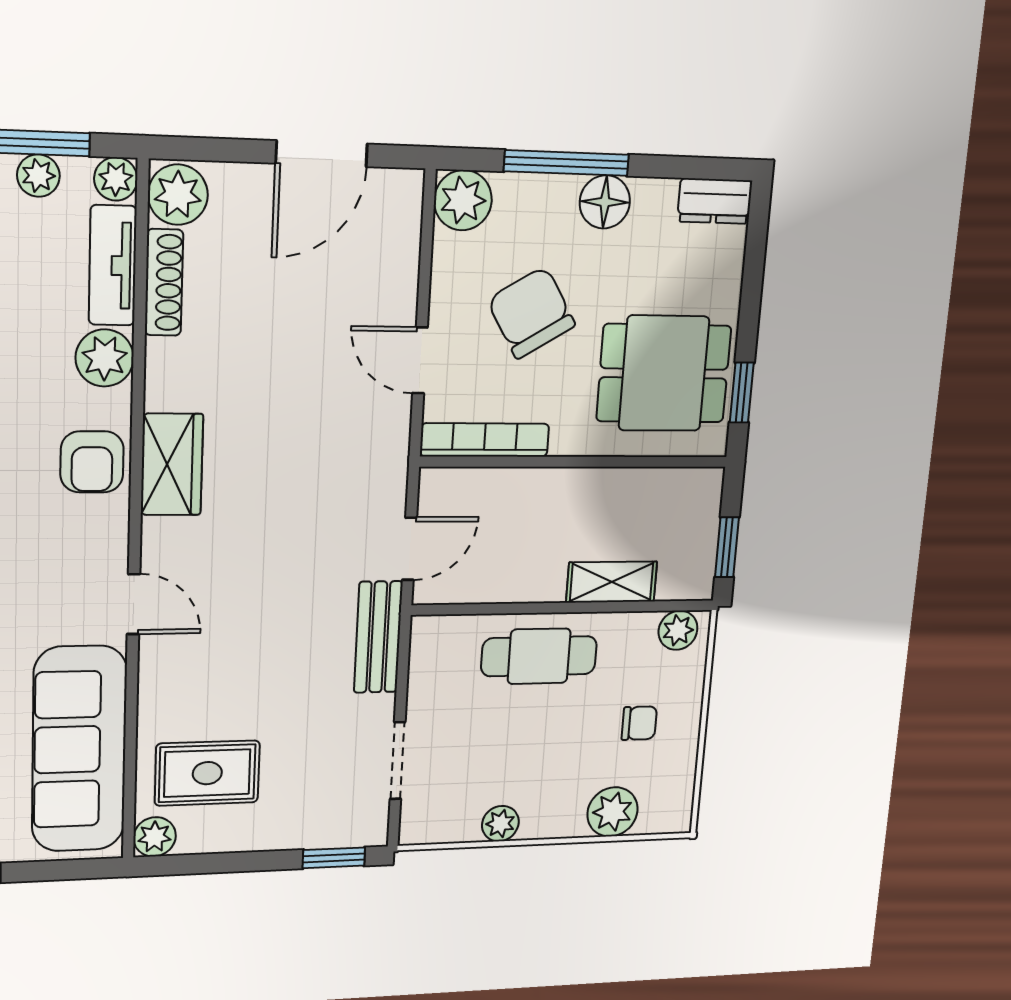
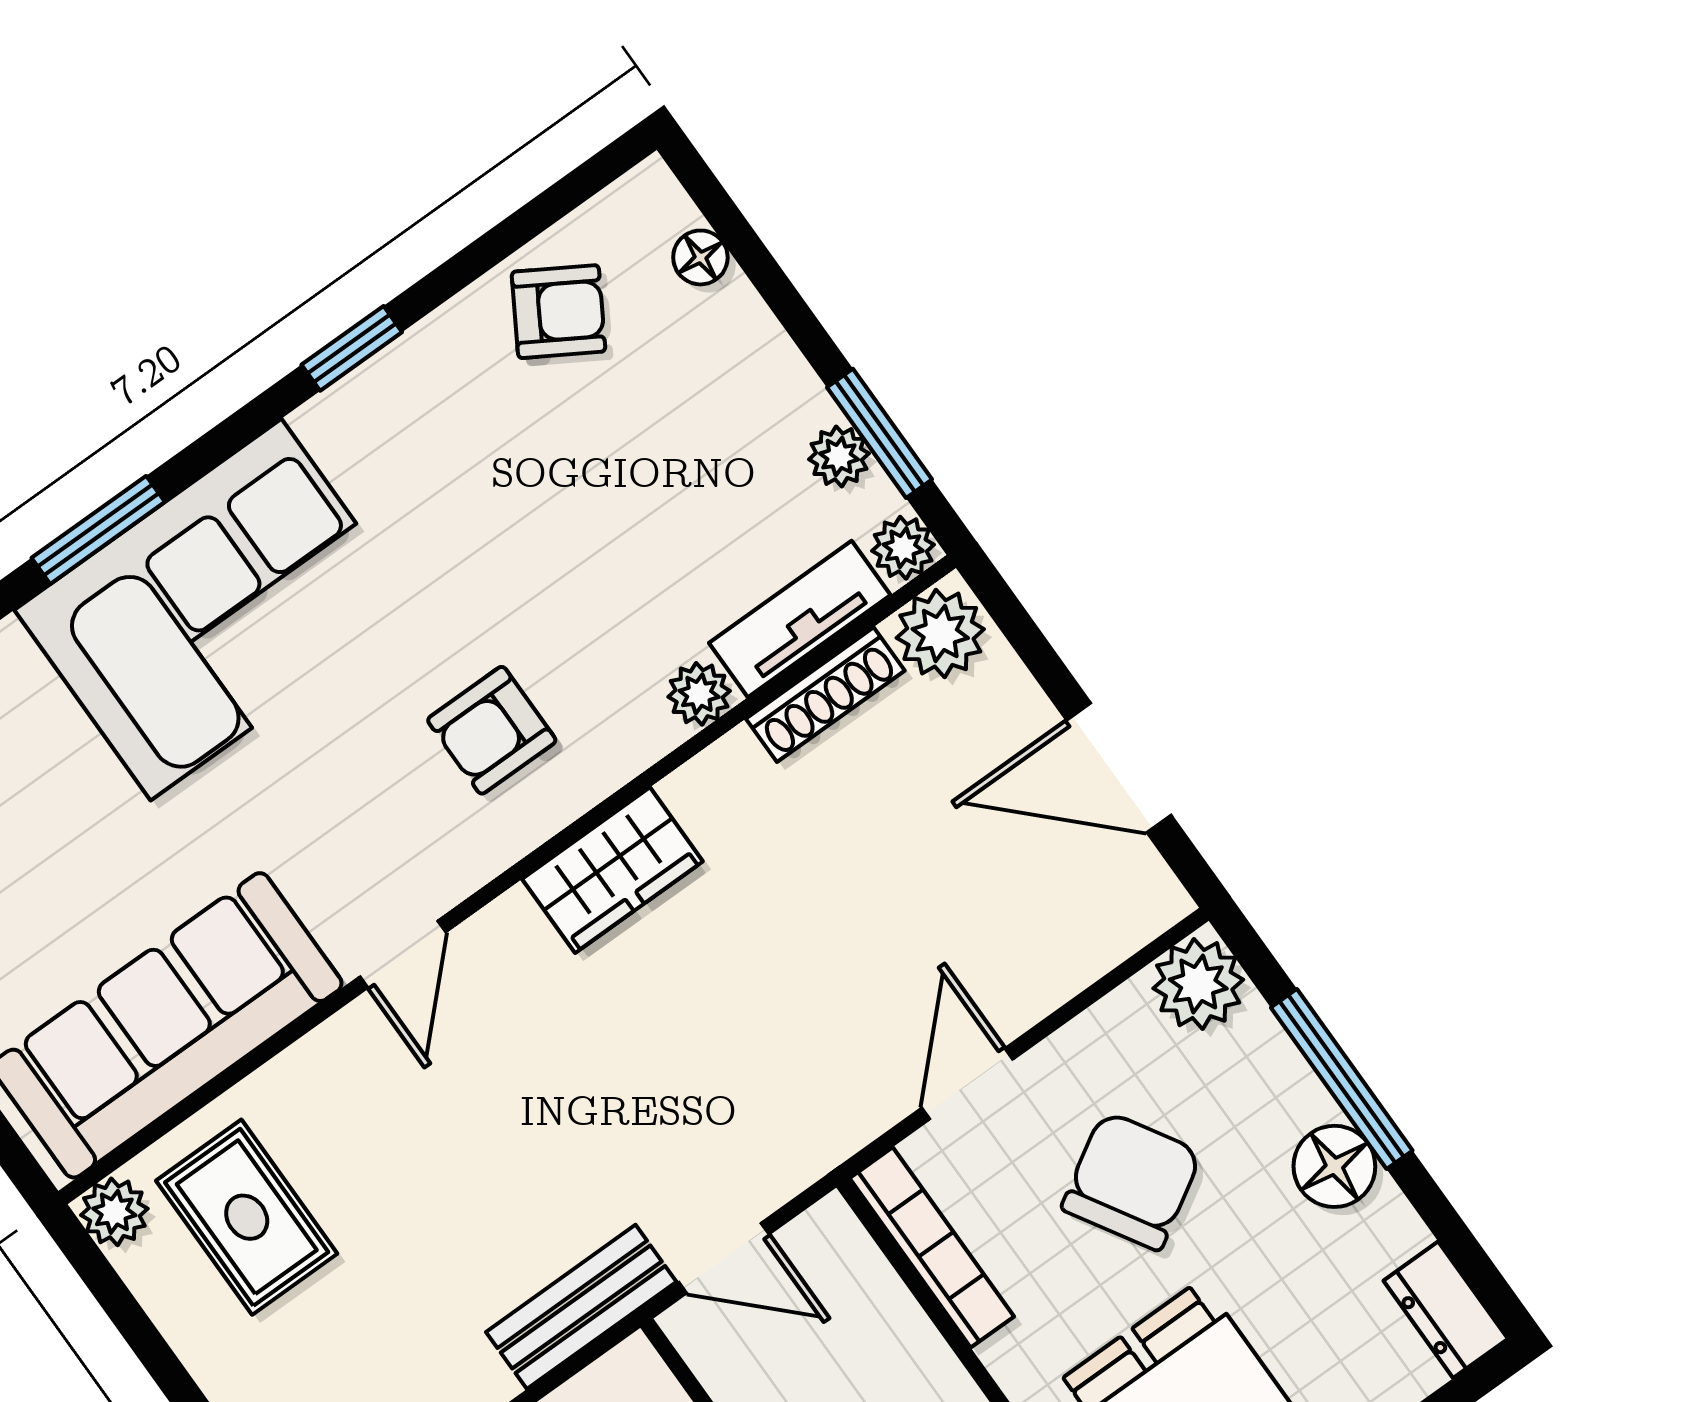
plant: (105, 358) -> (699, 694), width x0.73, depth x0.73
armchair: (92, 462) -> (492, 730), moved

